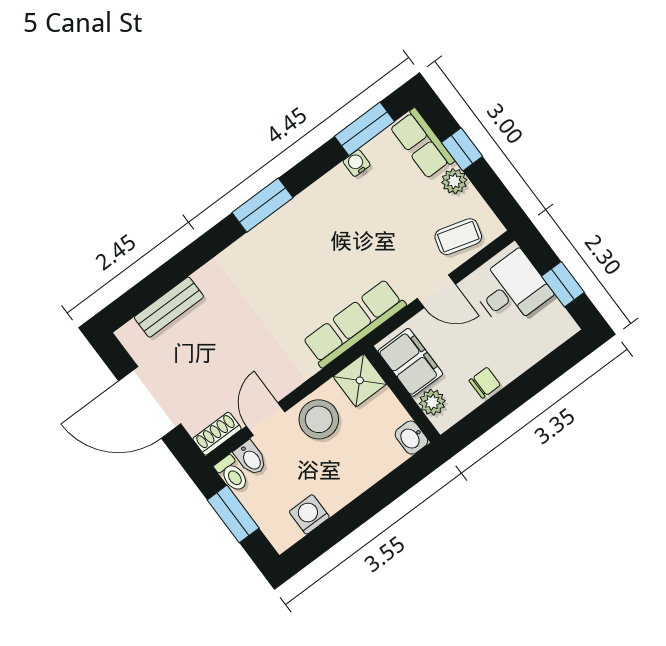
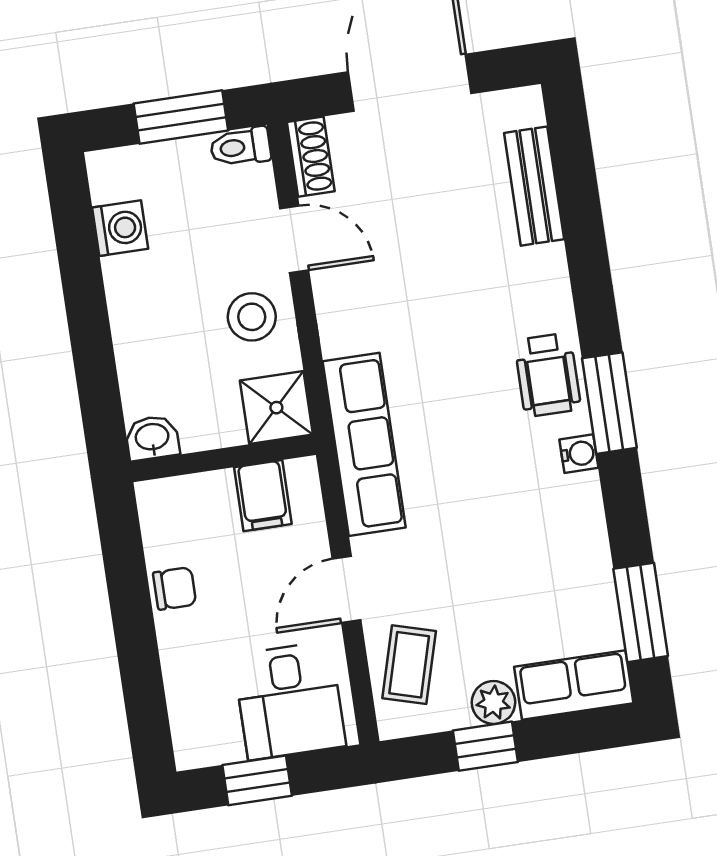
window: (462, 149) -> (485, 746), moved
water cooler: (357, 163) -> (579, 454), moved
wheelchair: (265, 246) -> (547, 375), added
filing cabinet: (410, 362) -> (263, 496), width x0.50
chair: (485, 383) -> (175, 588), turned -90
plant: (432, 402) -> (187, 496), removed
stool: (319, 419) -> (252, 317), width x0.73, depth x0.73
bidet: (251, 458) -> (249, 186), removed

